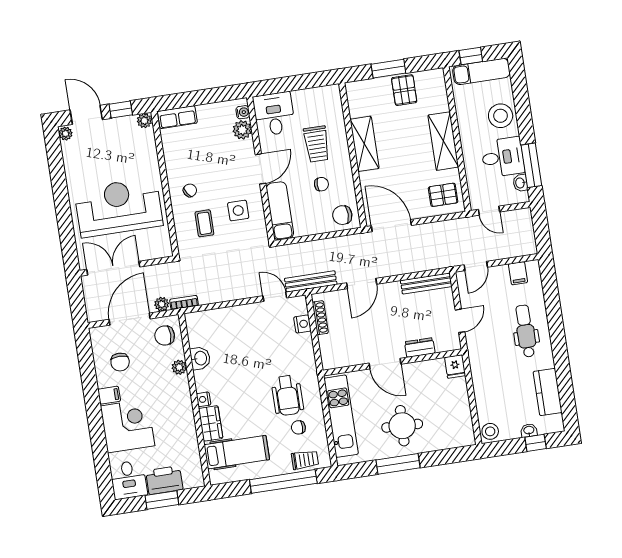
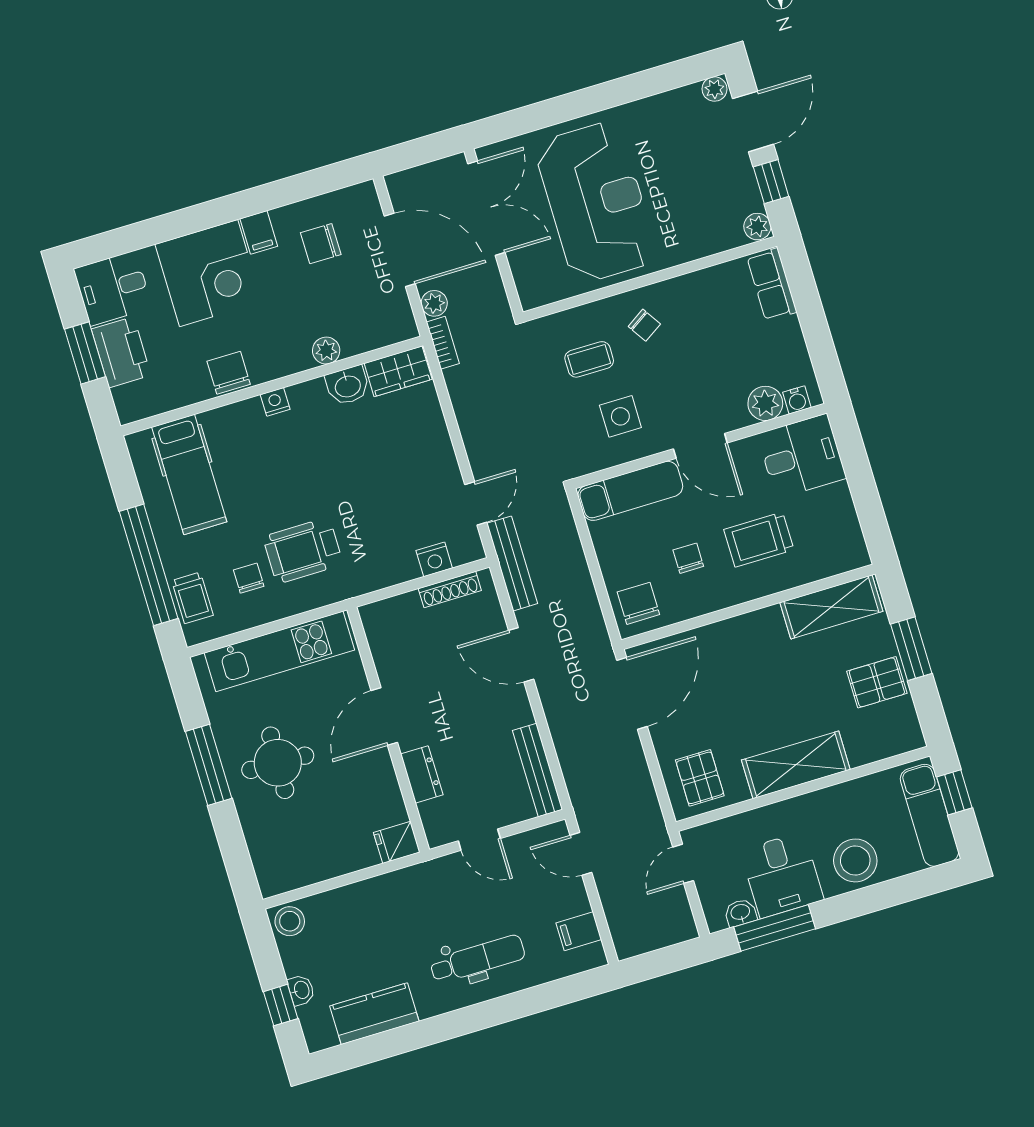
shelving: (364, 144) -> (831, 607), moved
chair: (321, 184) -> (688, 558), turned 180
chair: (165, 336) -> (229, 373), moved
wardrobe: (211, 423) -> (398, 371), moved

